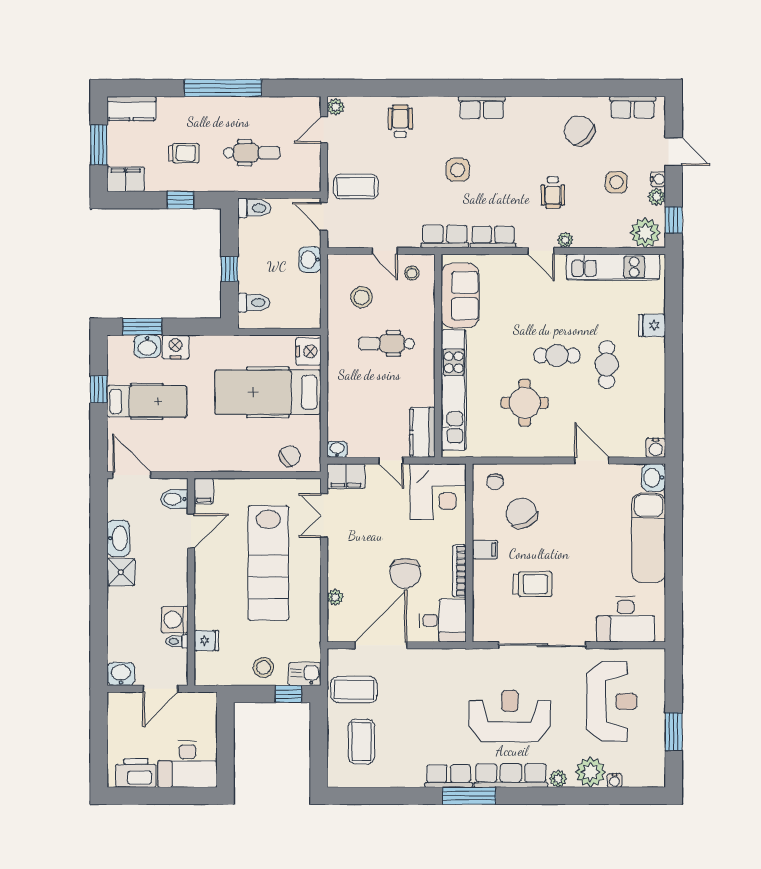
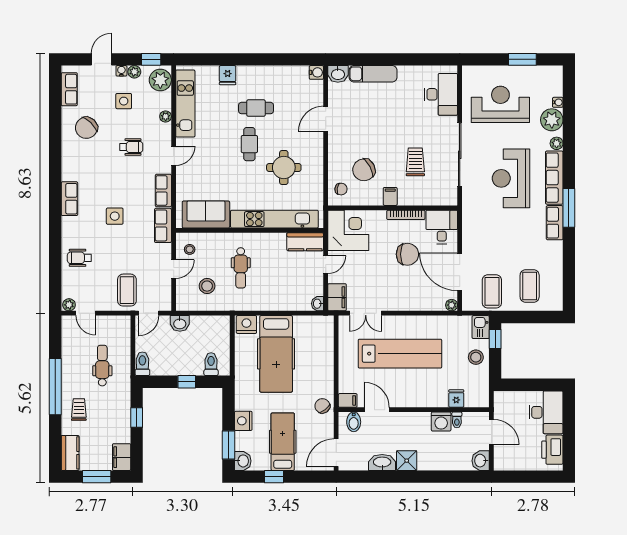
trolley: (184, 153) -> (79, 410), moved
plant: (565, 240) -> (166, 116), moved
washbasin: (147, 346) -> (243, 461), moved
chair: (290, 456) -> (322, 406), moved
exam couch: (649, 538) -> (373, 74), width x0.73, depth x0.69
plant: (335, 597) -> (452, 305), moved
coffee table: (361, 742) -> (530, 286), turned 90

